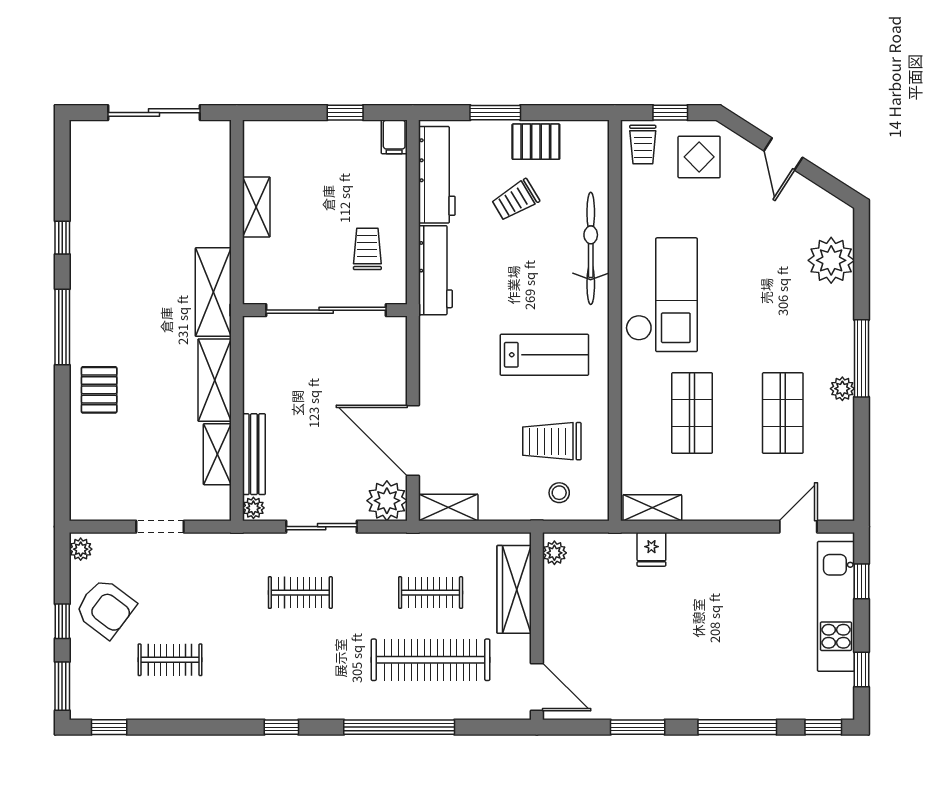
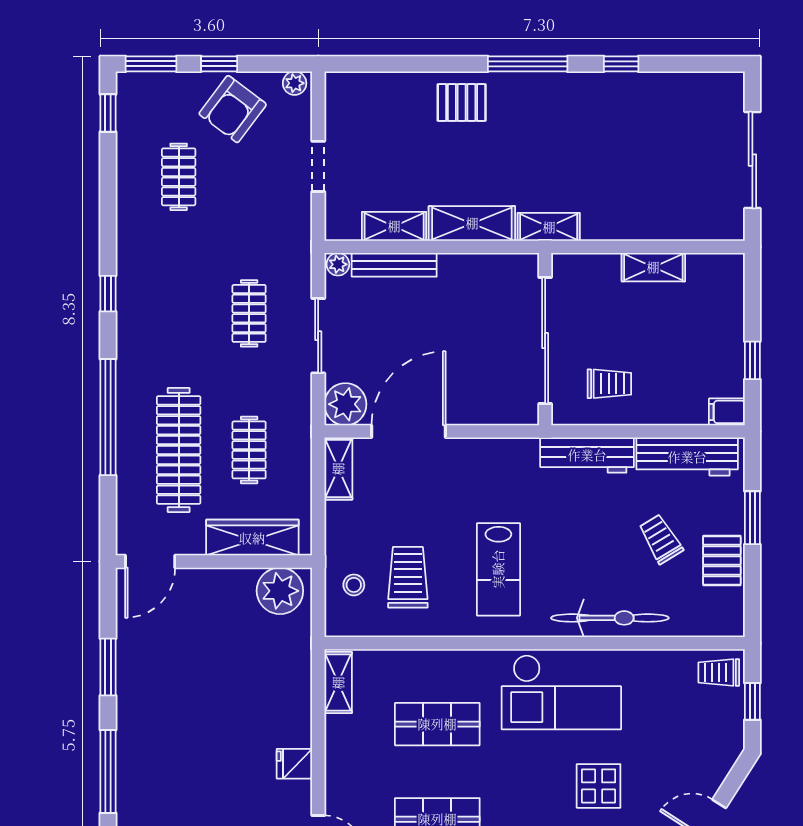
display table: (699, 157) -> (599, 786), moved
shelving: (213, 292) -> (549, 227), width x0.67, depth x0.75
fridge: (651, 549) -> (294, 764), moved
plant: (554, 553) -> (280, 591), width x1.87, depth x1.87

